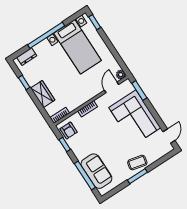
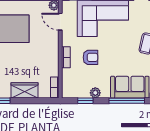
armchair: (69, 131) -> (90, 57), moved
plant: (75, 148) -> (95, 93), added

